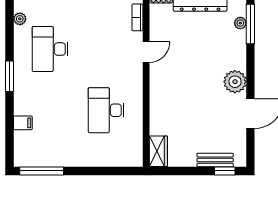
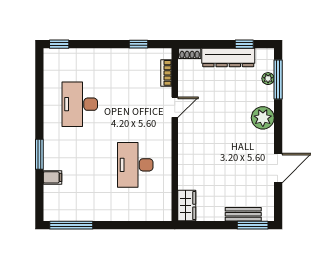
plant: (20, 19) -> (50, 74), removed
window: (9, 76) -> (39, 154), moved
plant: (235, 82) -> (263, 118), moved
window: (225, 171) -> (253, 225), width x1.50

